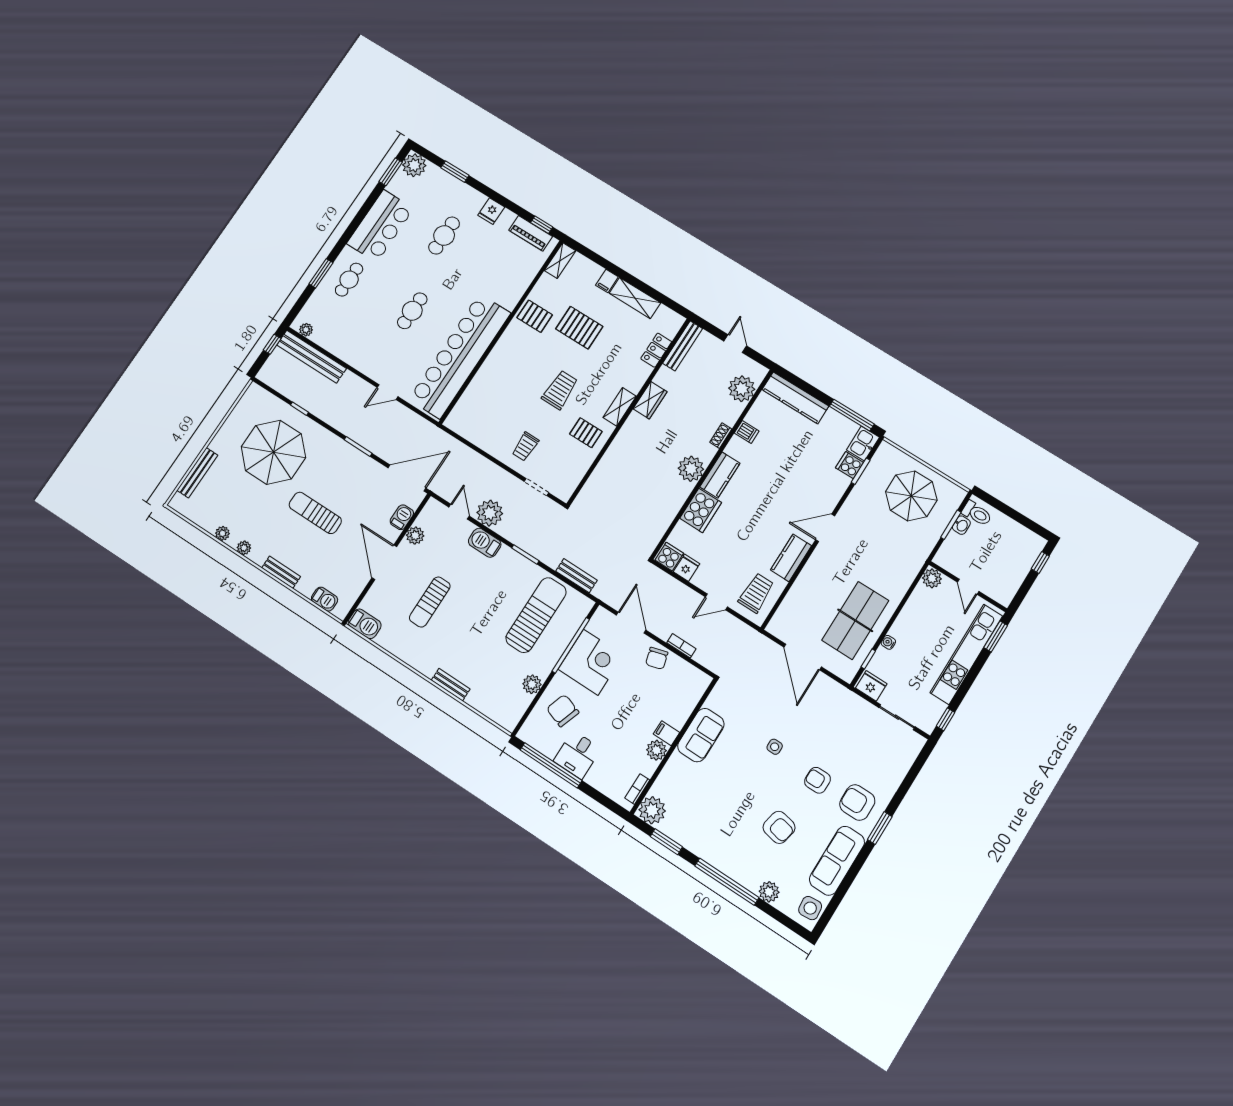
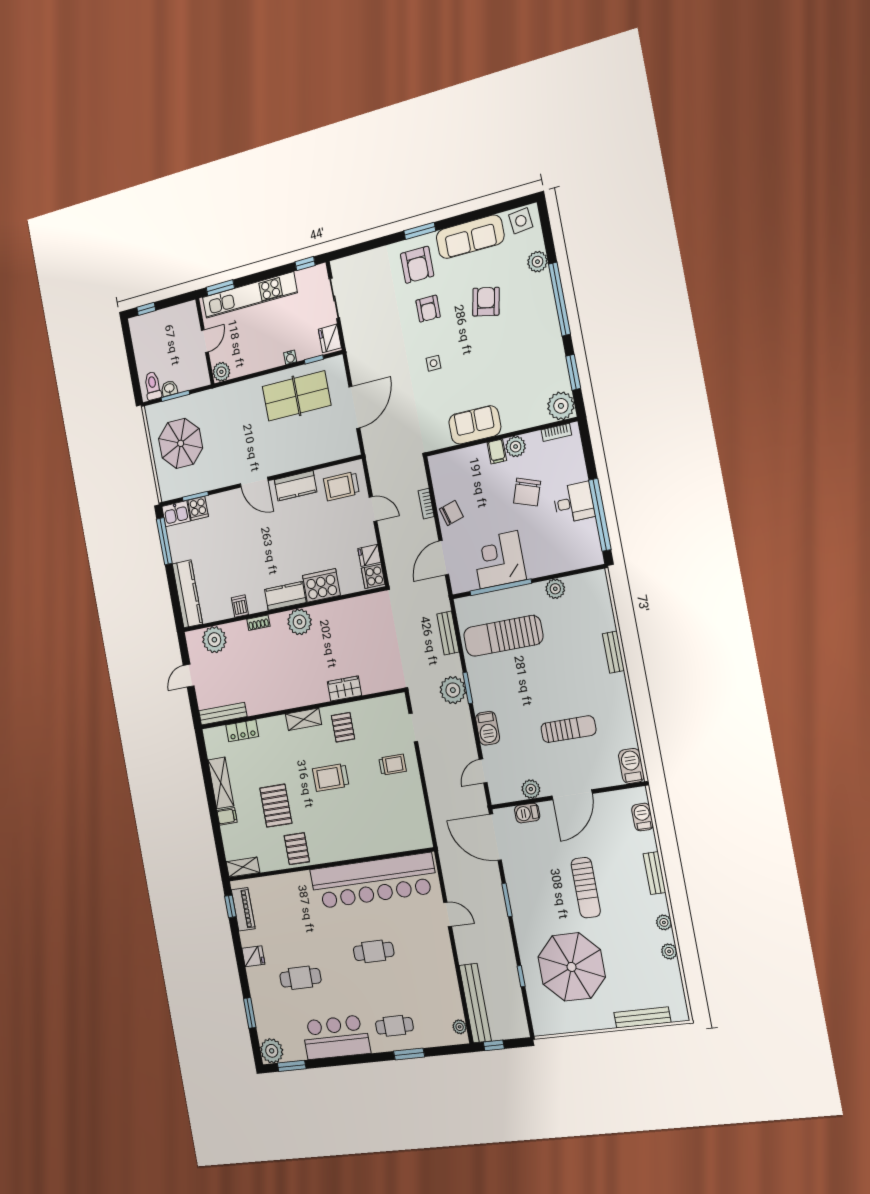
wardrobe: (650, 400) -> (344, 689), moved
plant: (490, 513) -> (453, 690), moved
chair: (563, 711) -> (527, 492), moved

